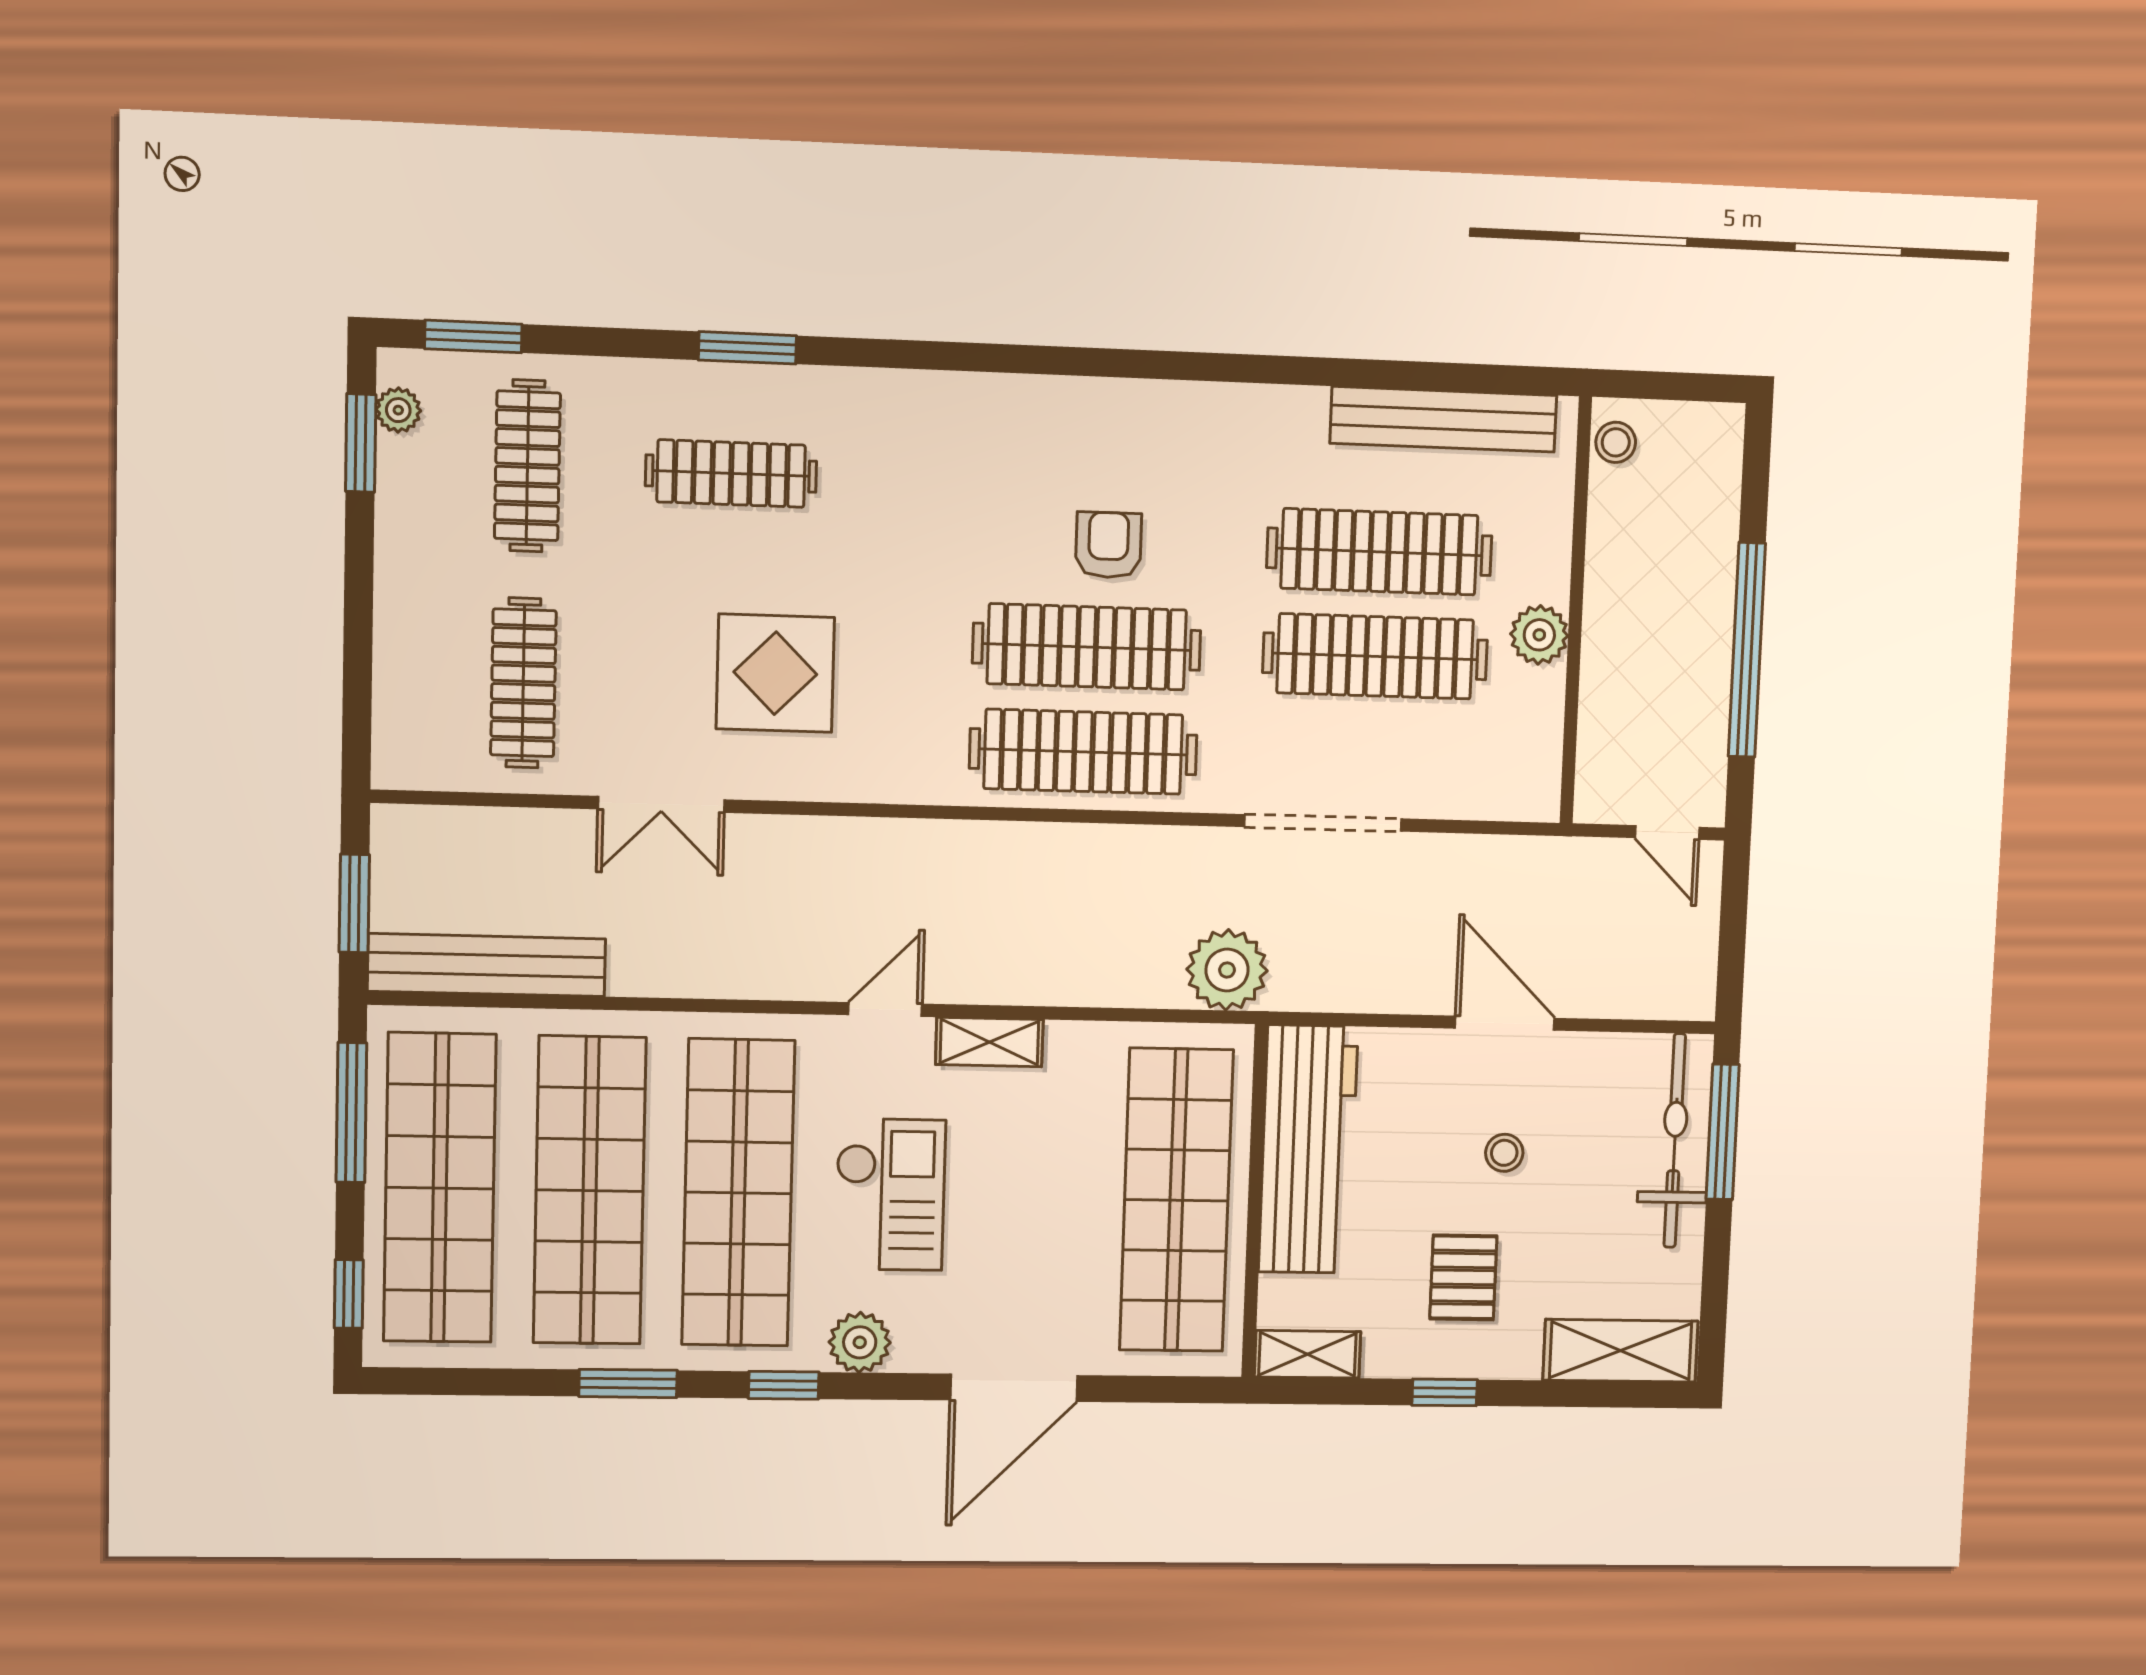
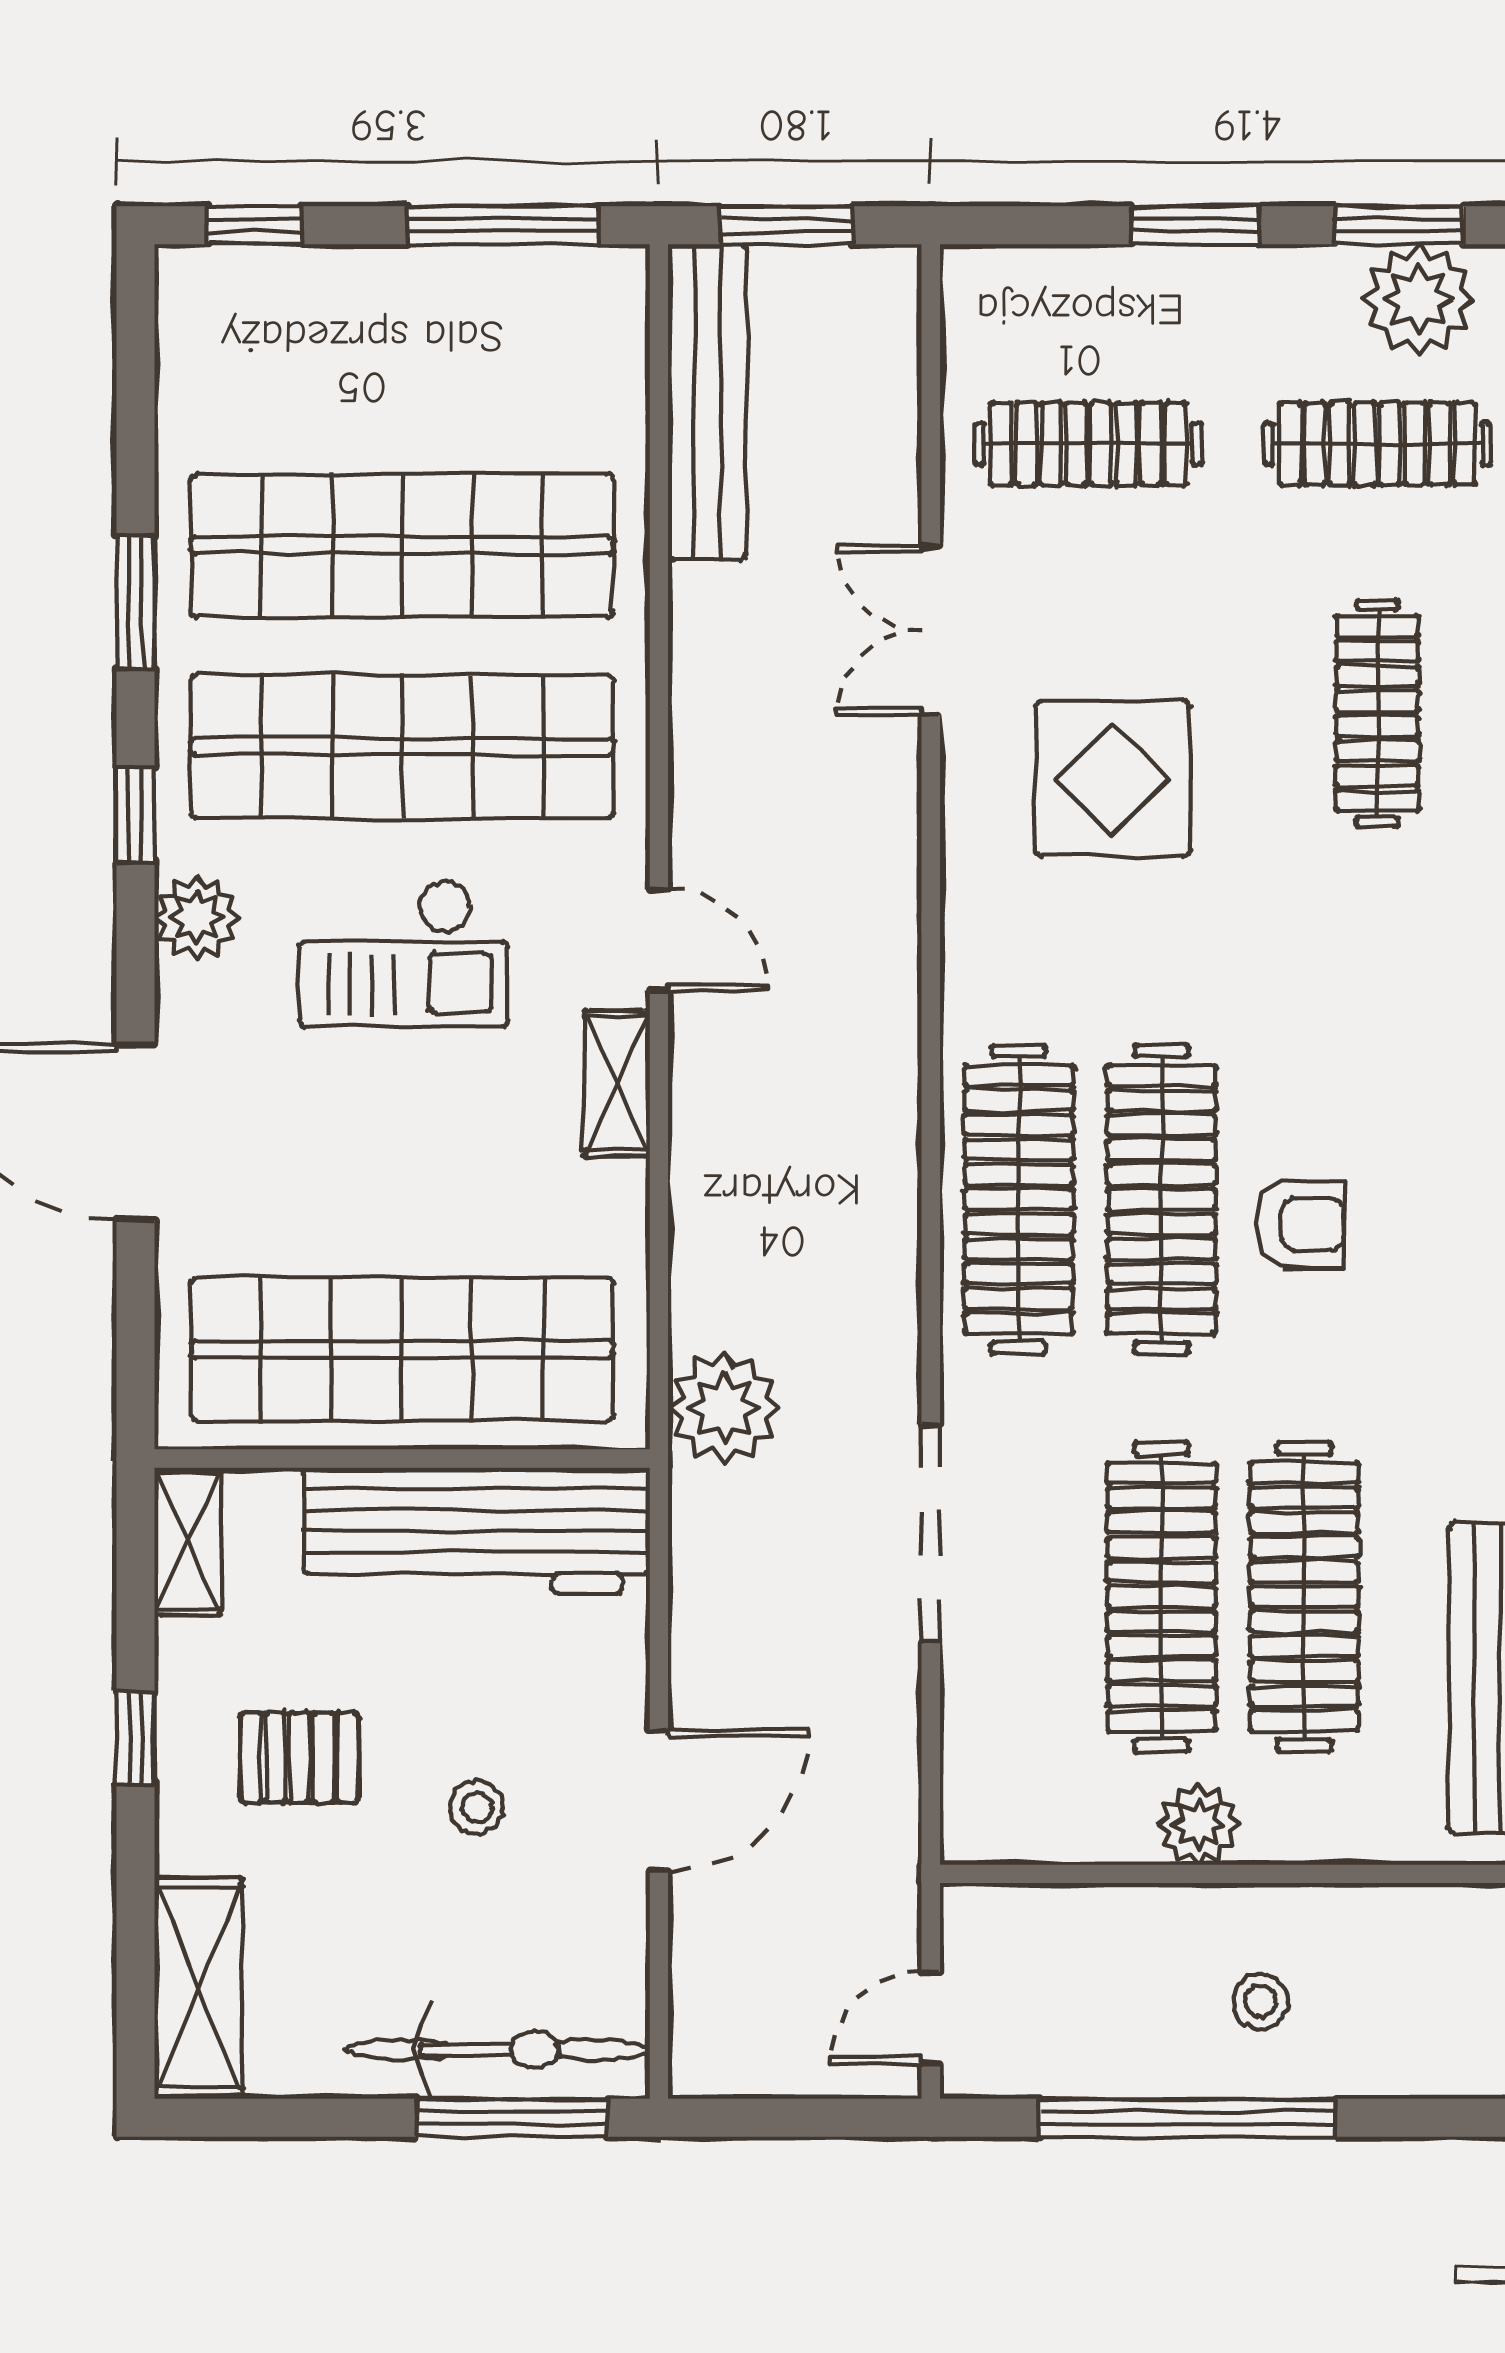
plant: (398, 410) -> (1418, 299), width x1.87, depth x1.87
stool: (1616, 442) -> (1261, 2001), moved
window: (359, 598) -> (1195, 225), added
shop shelf: (440, 1188) -> (402, 344), removed

